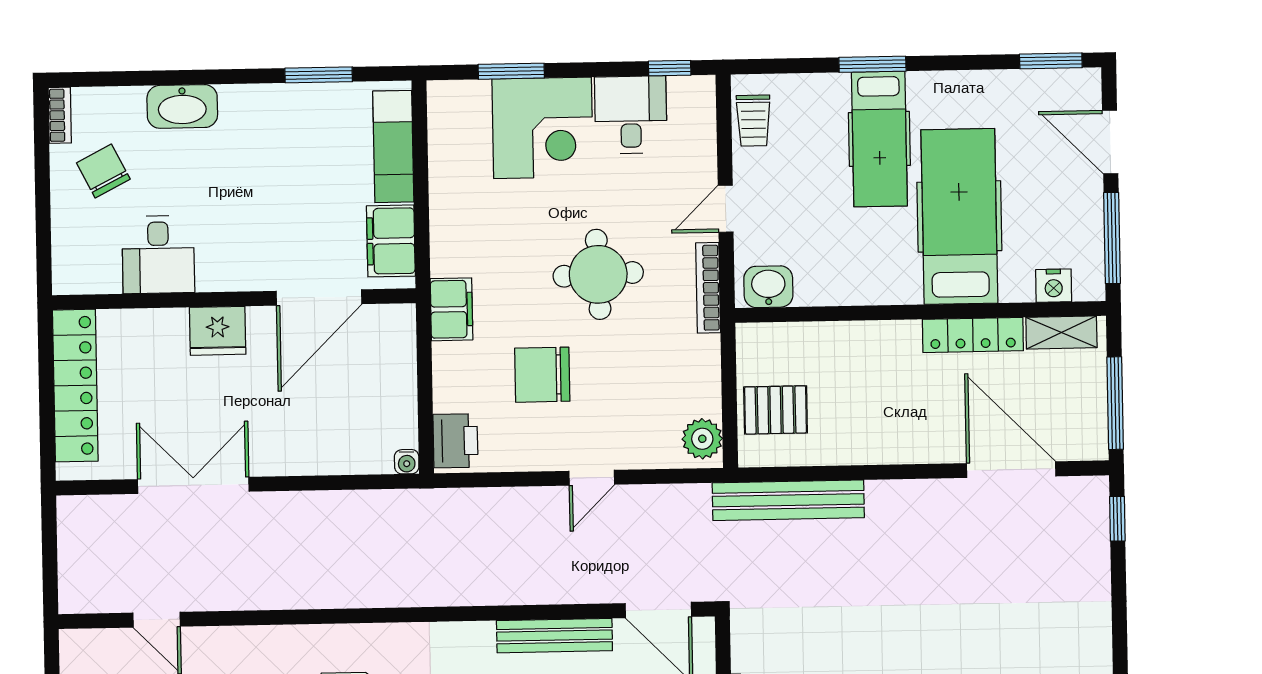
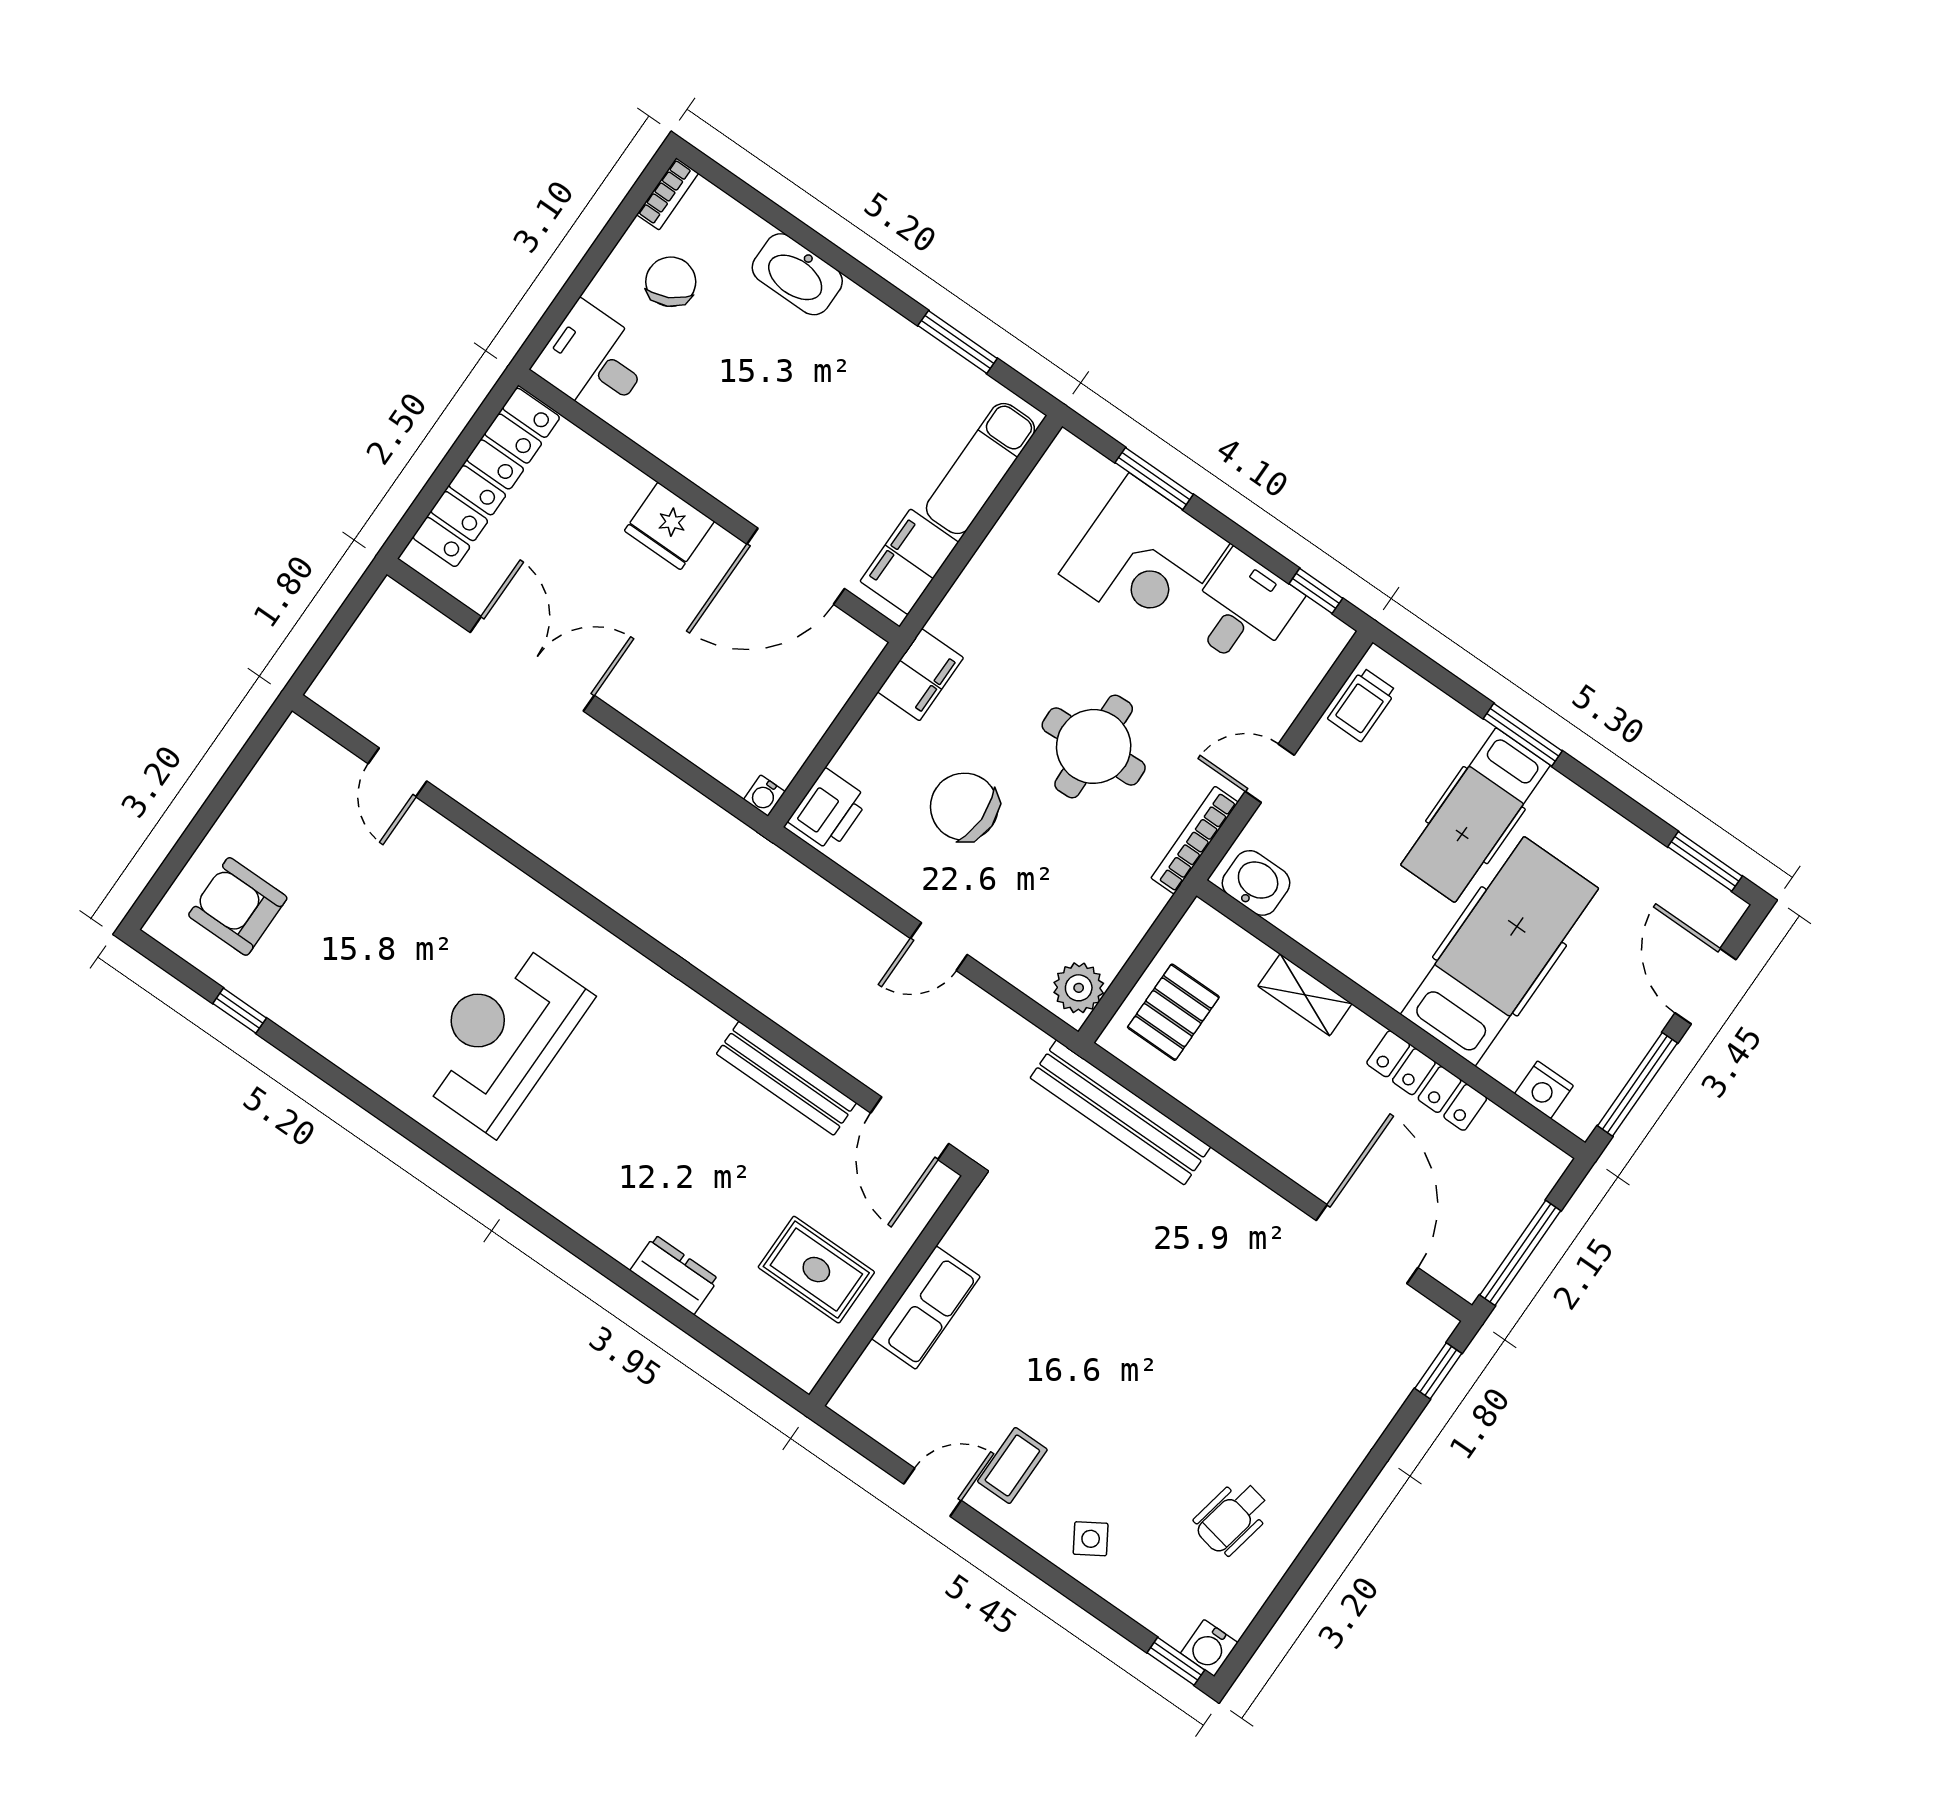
desk: (158, 255) -> (593, 360), moved, turned 90
shelving: (1061, 333) -> (1305, 995), moved
pallet: (776, 410) -> (1173, 1012), turned 90

